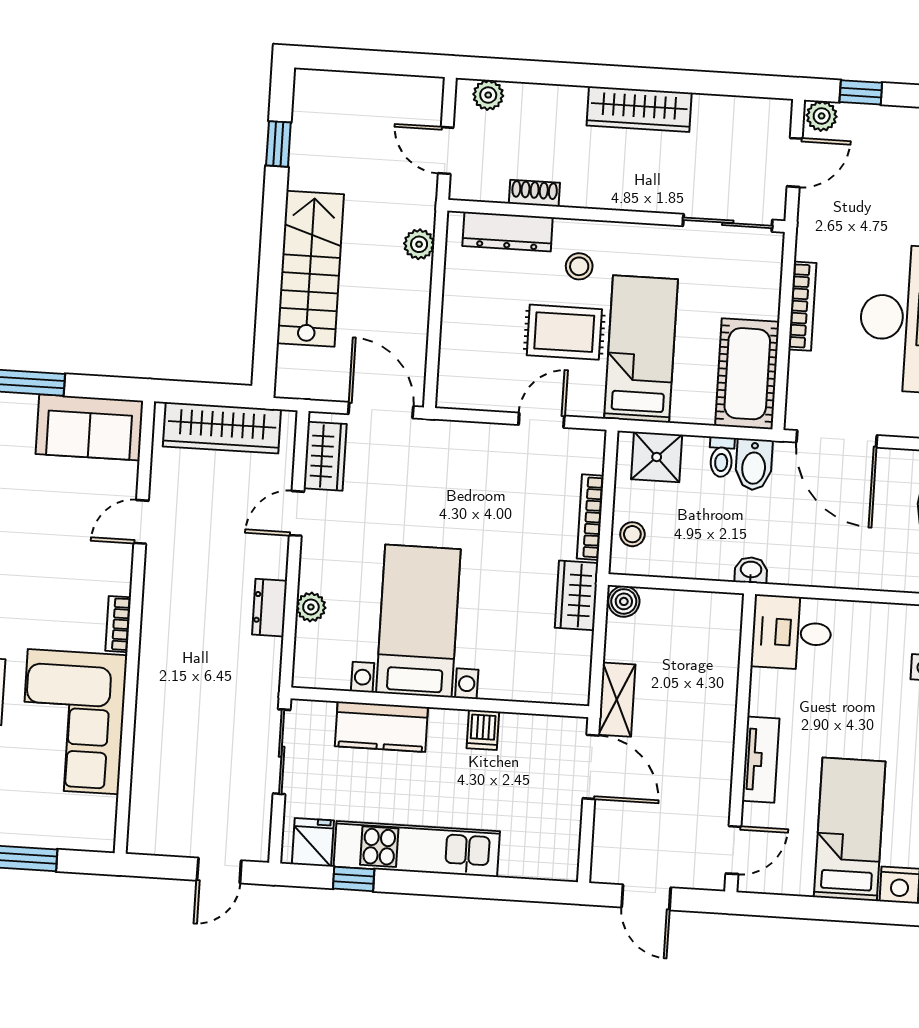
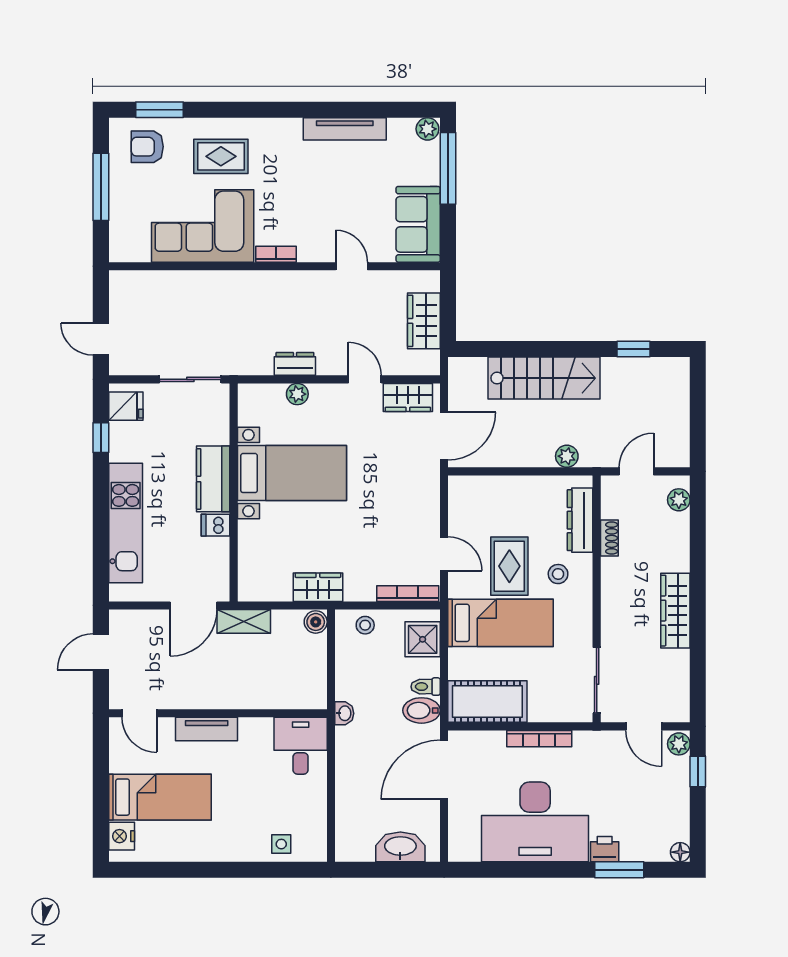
wardrobe: (222, 428) -> (424, 321), width x0.67
bookcase: (590, 517) -> (408, 594), moved
kitchen counter: (381, 727) -> (213, 479), moved
kitchen unit: (417, 849) -> (126, 523), moved

